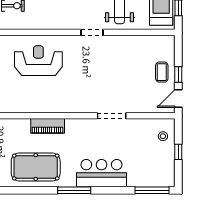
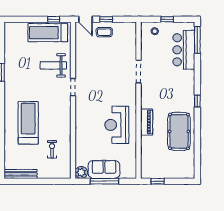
reception desk: (38, 61) -> (117, 125), moved
door: (178, 98) -> (85, 19), moved
bar counter: (101, 173) -> (184, 50), moved
window: (74, 190) -> (197, 101), width x0.46

